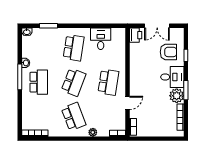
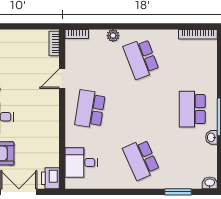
desk: (101, 39) -> (81, 162), moved, turned 90
school desk: (74, 48) -> (141, 160), turned -33
school desk: (74, 82) -> (141, 109), removed

